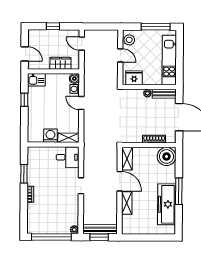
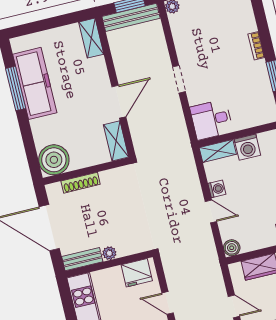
washing machine: (75, 89) -> (217, 189), moved
door: (120, 181) -> (119, 102), swing flipped
window: (179, 191) -> (16, 88), moved
shelving: (127, 203) -> (91, 38), moved

